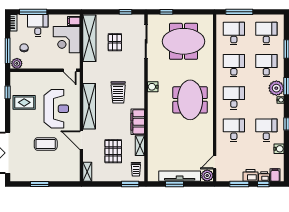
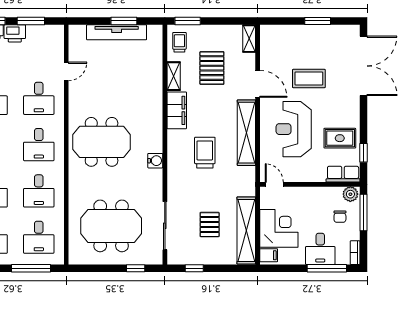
row of seats: (22, 77) -> (343, 174), added
meeting table: (190, 100) -> (102, 142), turned 90
door: (215, 162) -> (66, 71), moved
plant: (207, 176) -> (77, 33), removed

